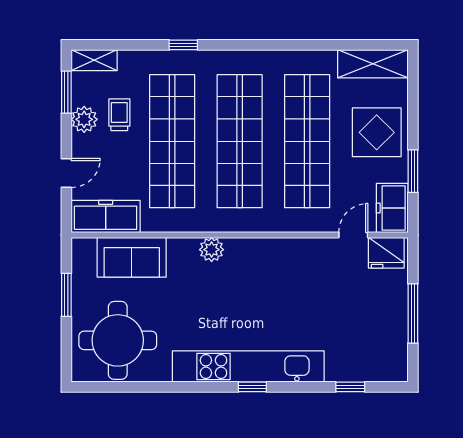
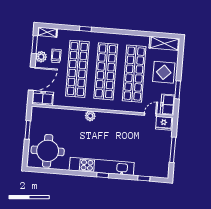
door: (66, 173) -> (32, 79), width x1.87
freezer: (106, 217) -> (43, 98), width x0.71
sofa: (132, 257) -> (56, 116), removed

